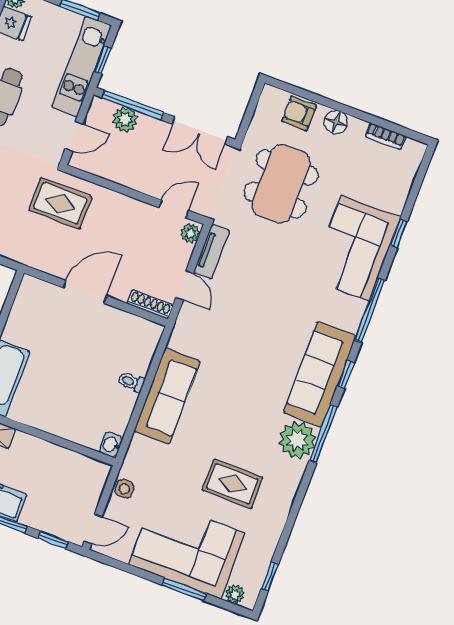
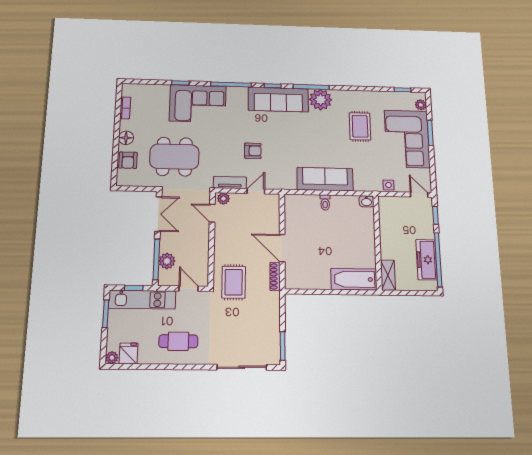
shoe rack: (150, 304) -> (275, 276), moved
armchair: (250, 304) -> (253, 151), added

